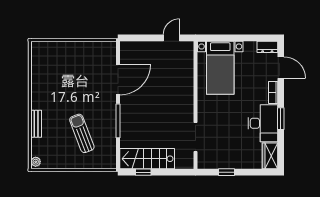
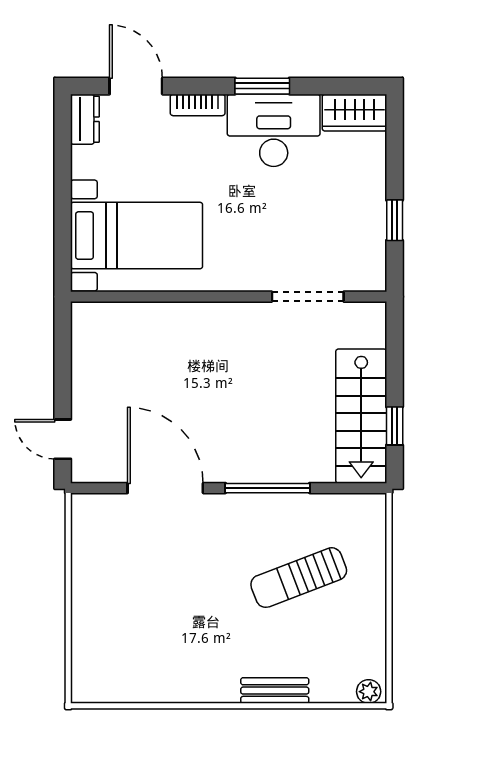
door: (171, 38) -> (63, 439), moved
door: (281, 68) -> (136, 86), hinge flipped

